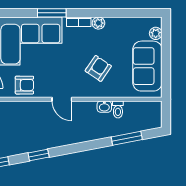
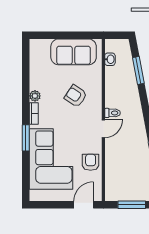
plant: (156, 33) -> (44, 44), removed
washbasin: (104, 107) -> (110, 59), moved
toilet: (118, 109) -> (113, 113), moved

